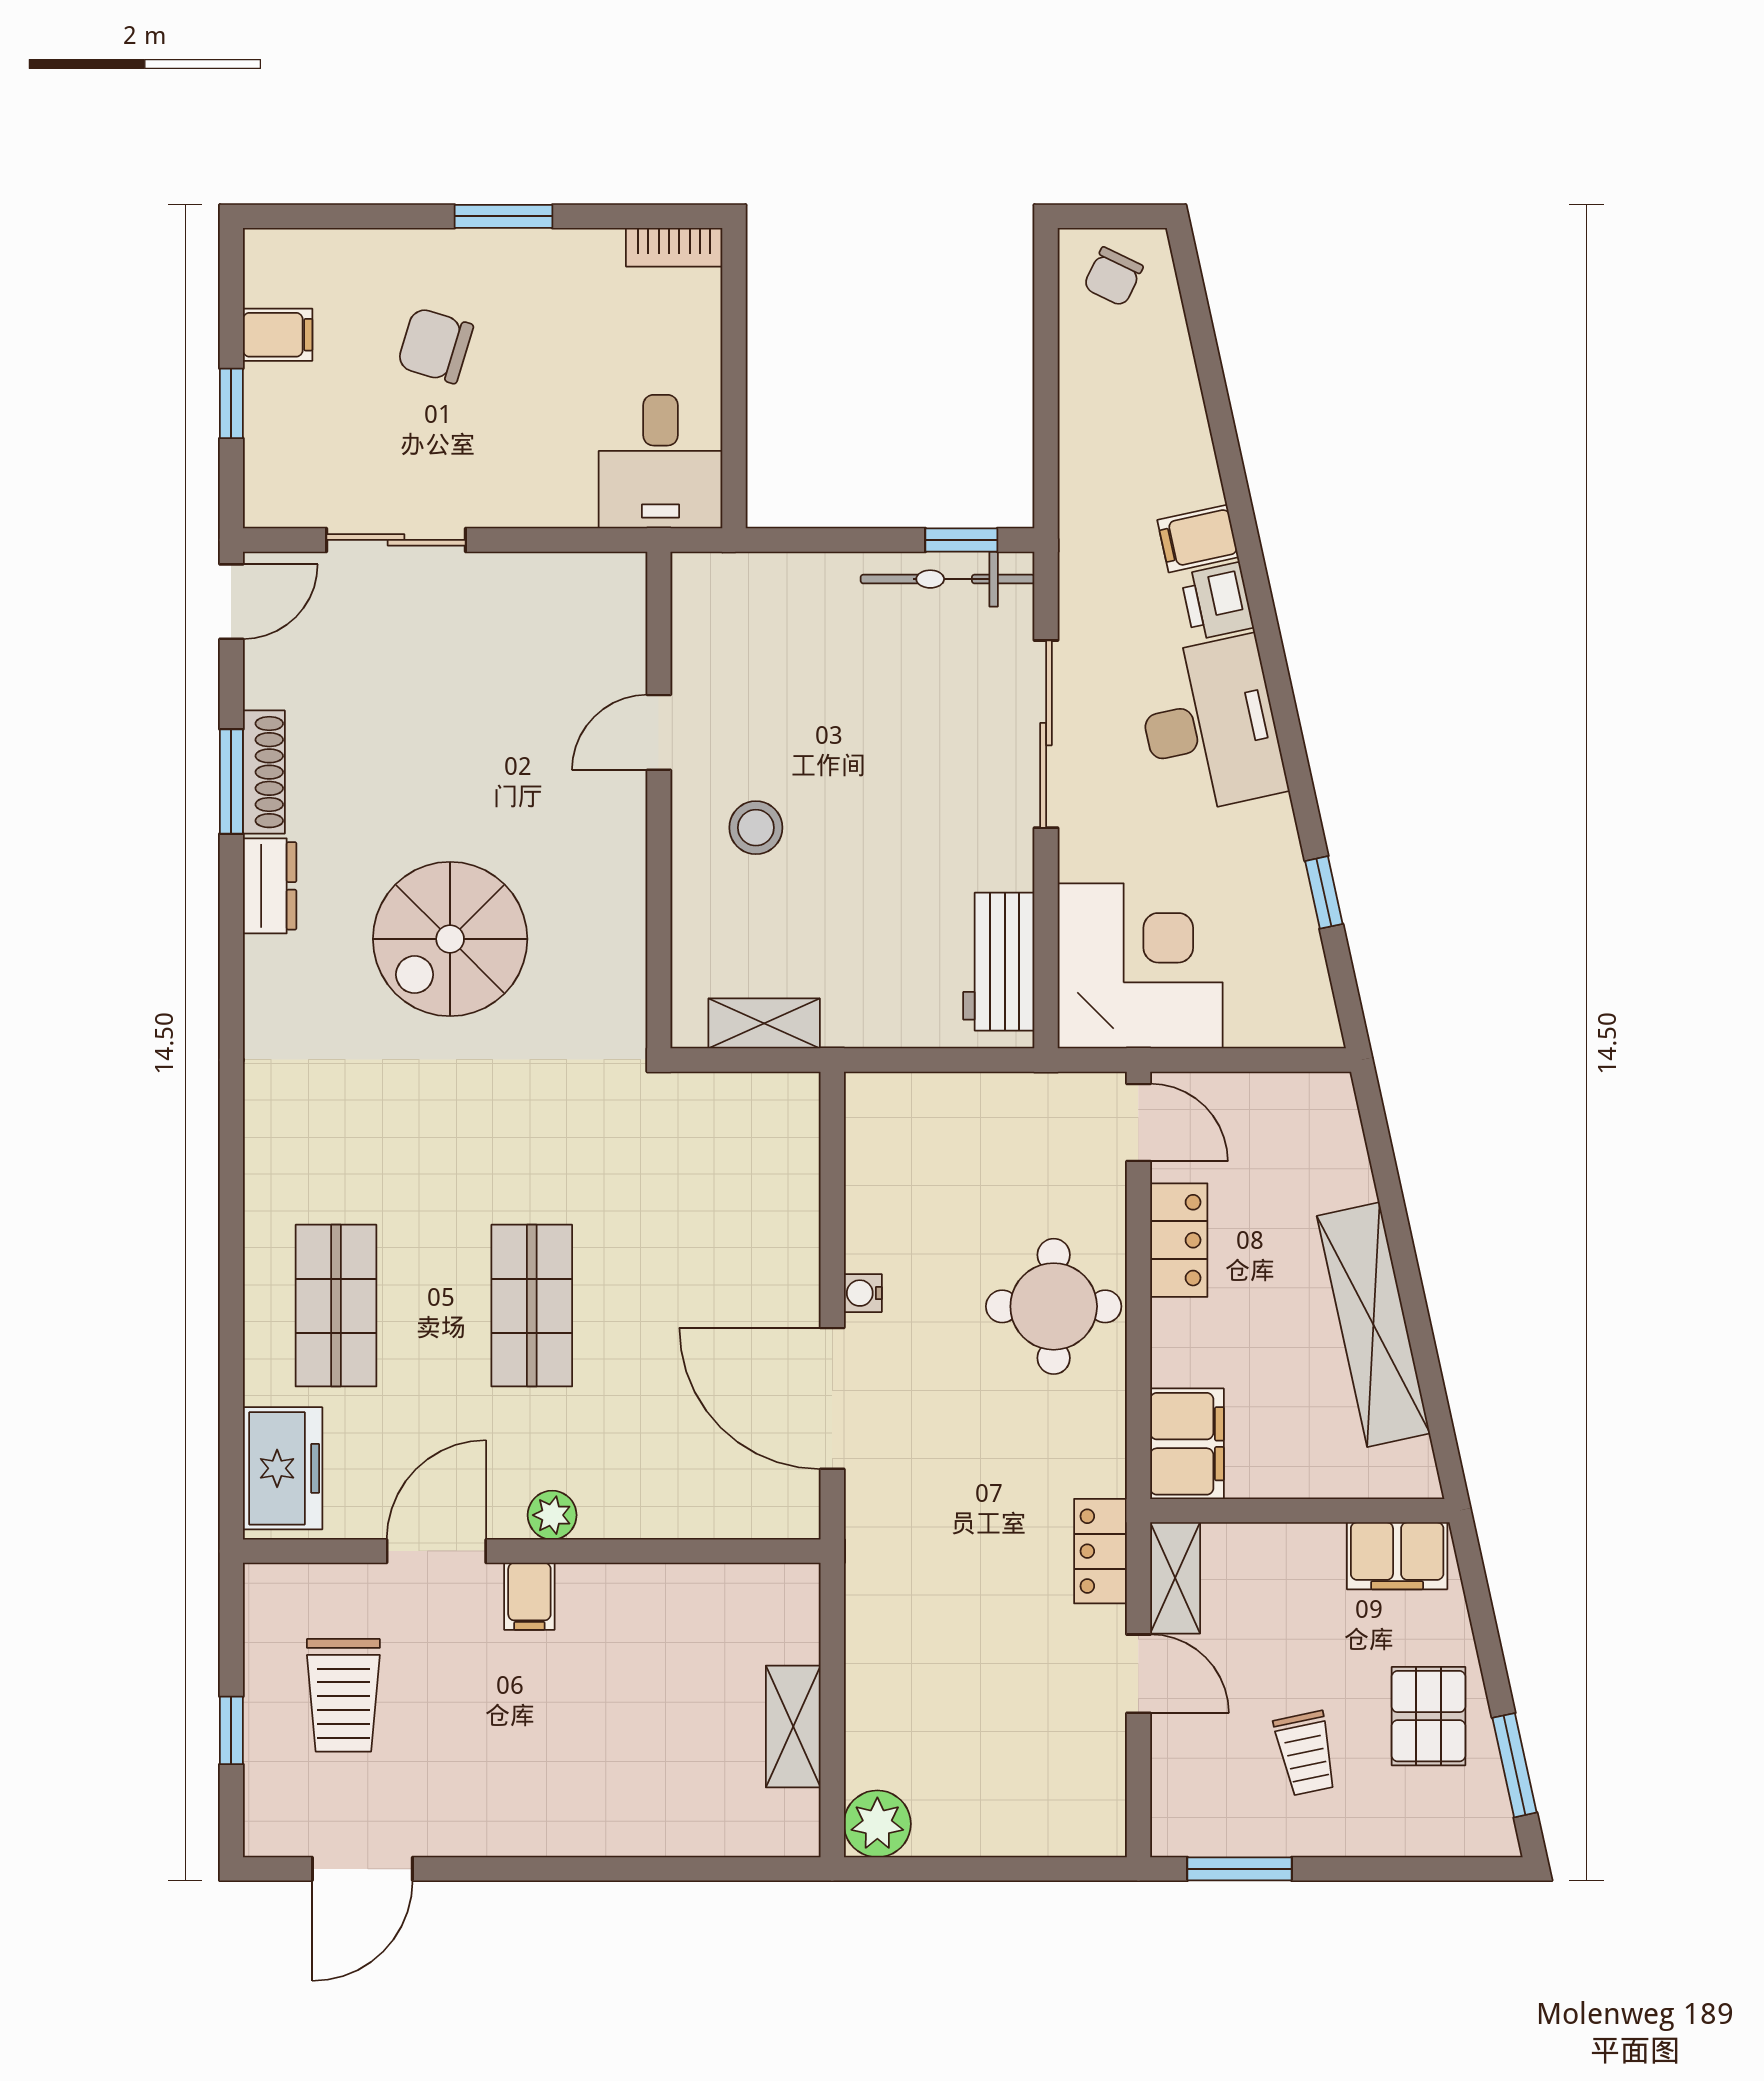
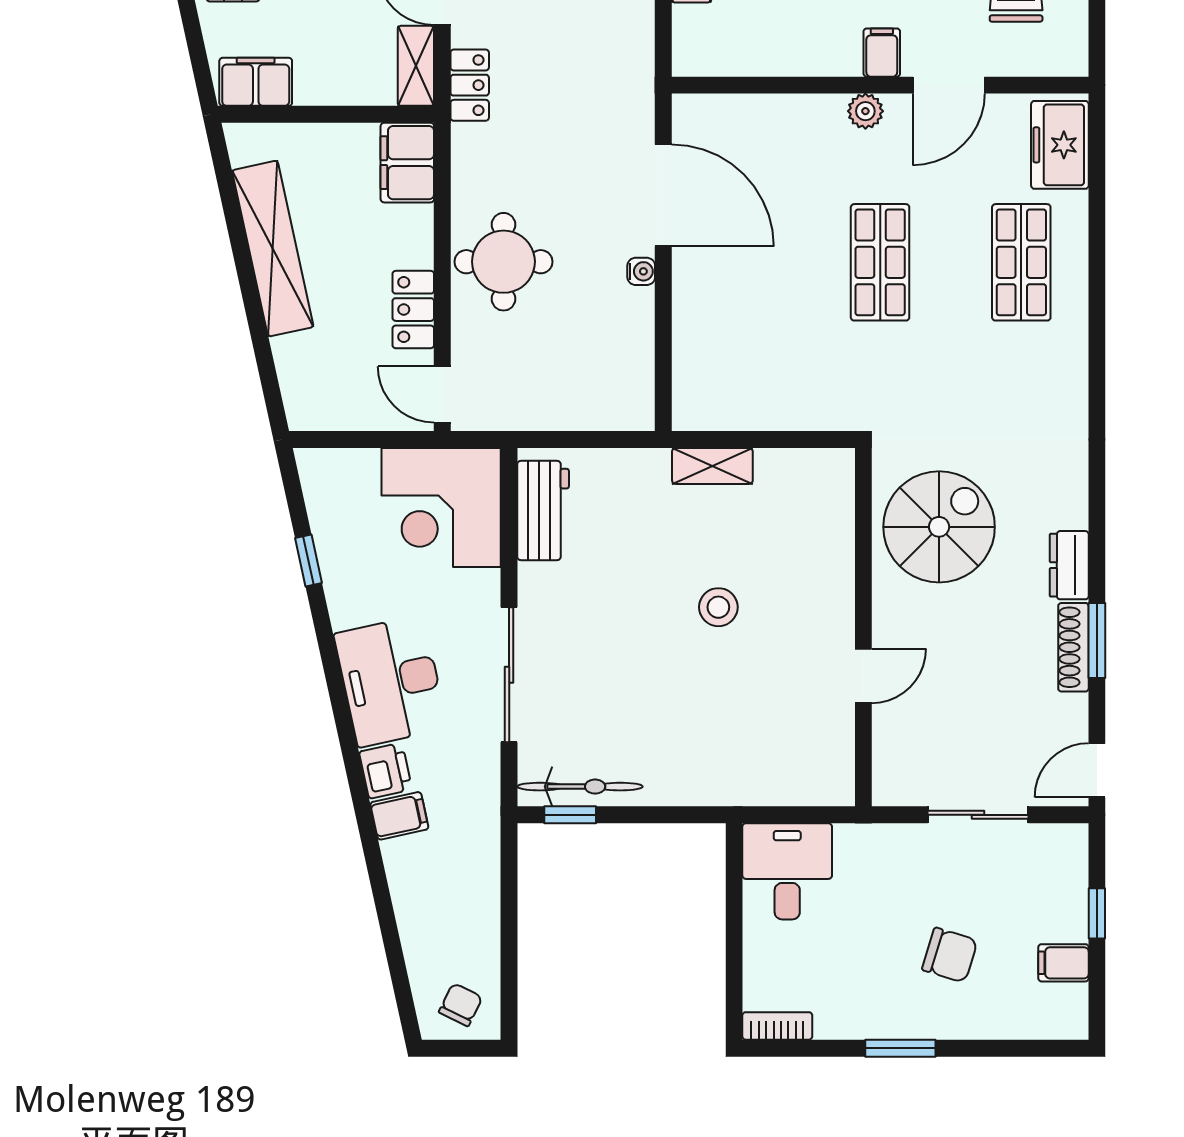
door: (659, 732) -> (863, 676), moved
wall: (659, 800) -> (863, 627), moved

